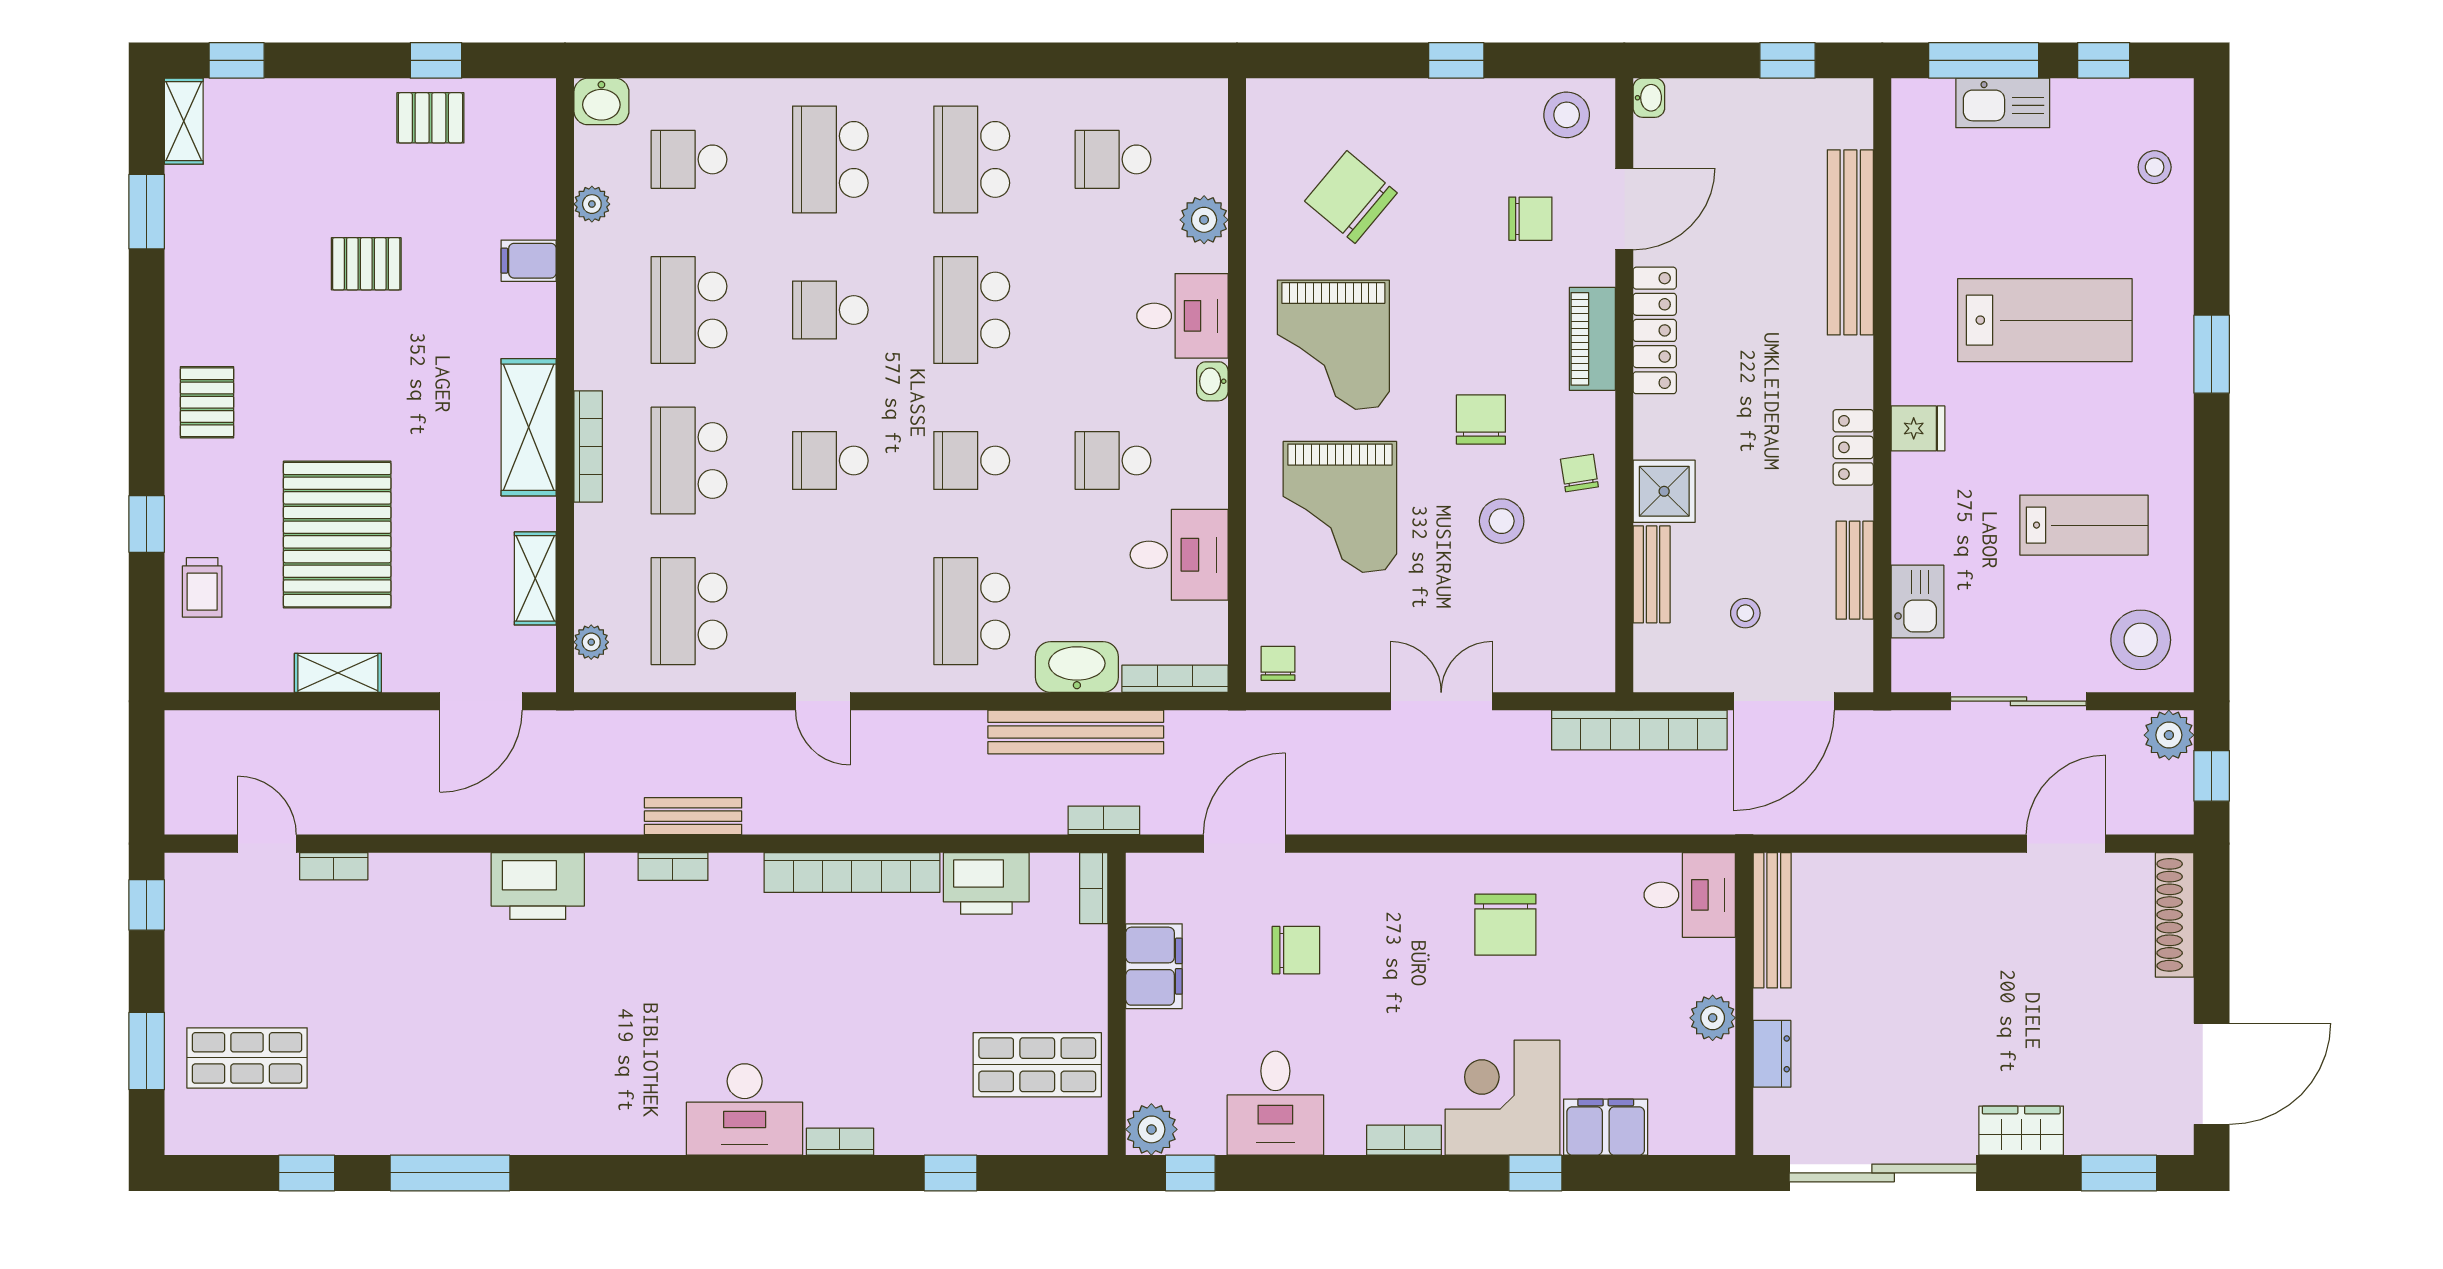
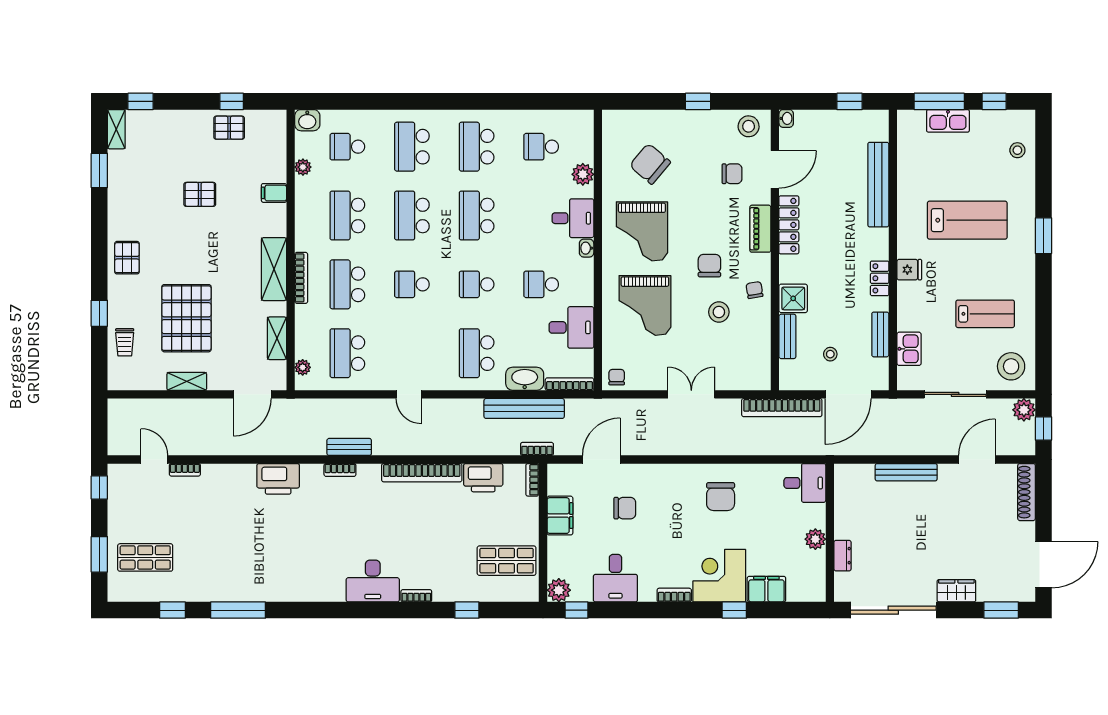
school desk: (830, 310) -> (412, 216), width x1.85
bench: (1772, 920) -> (906, 472), moved, turned 90

